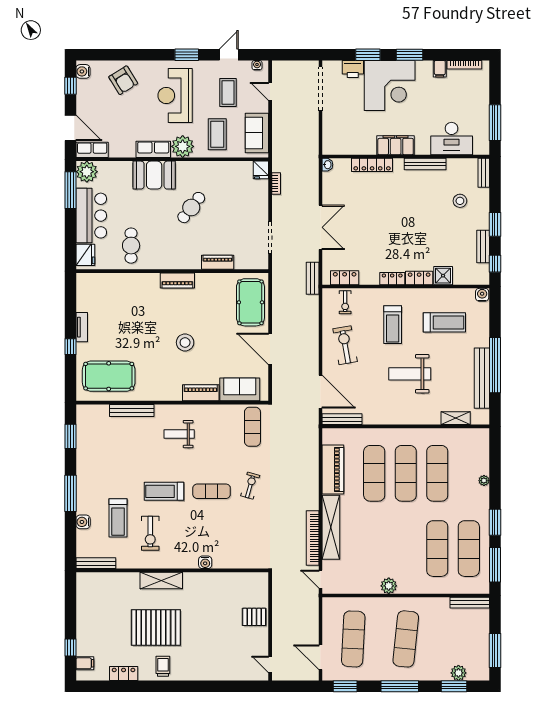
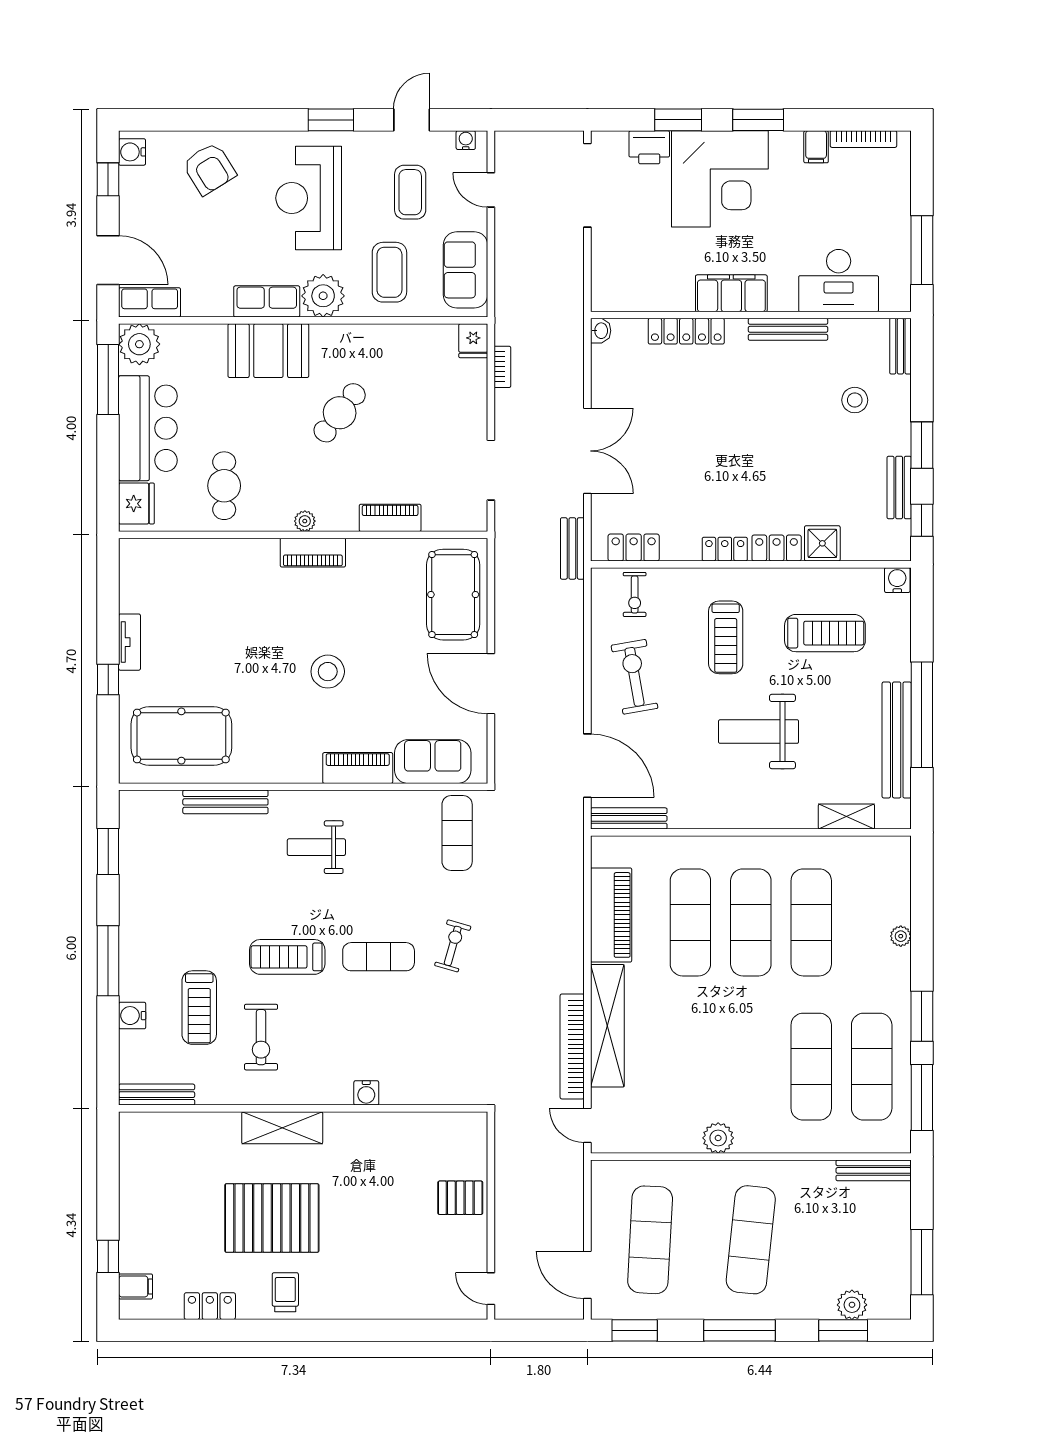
plant: (173, 264) -> (305, 521), added

